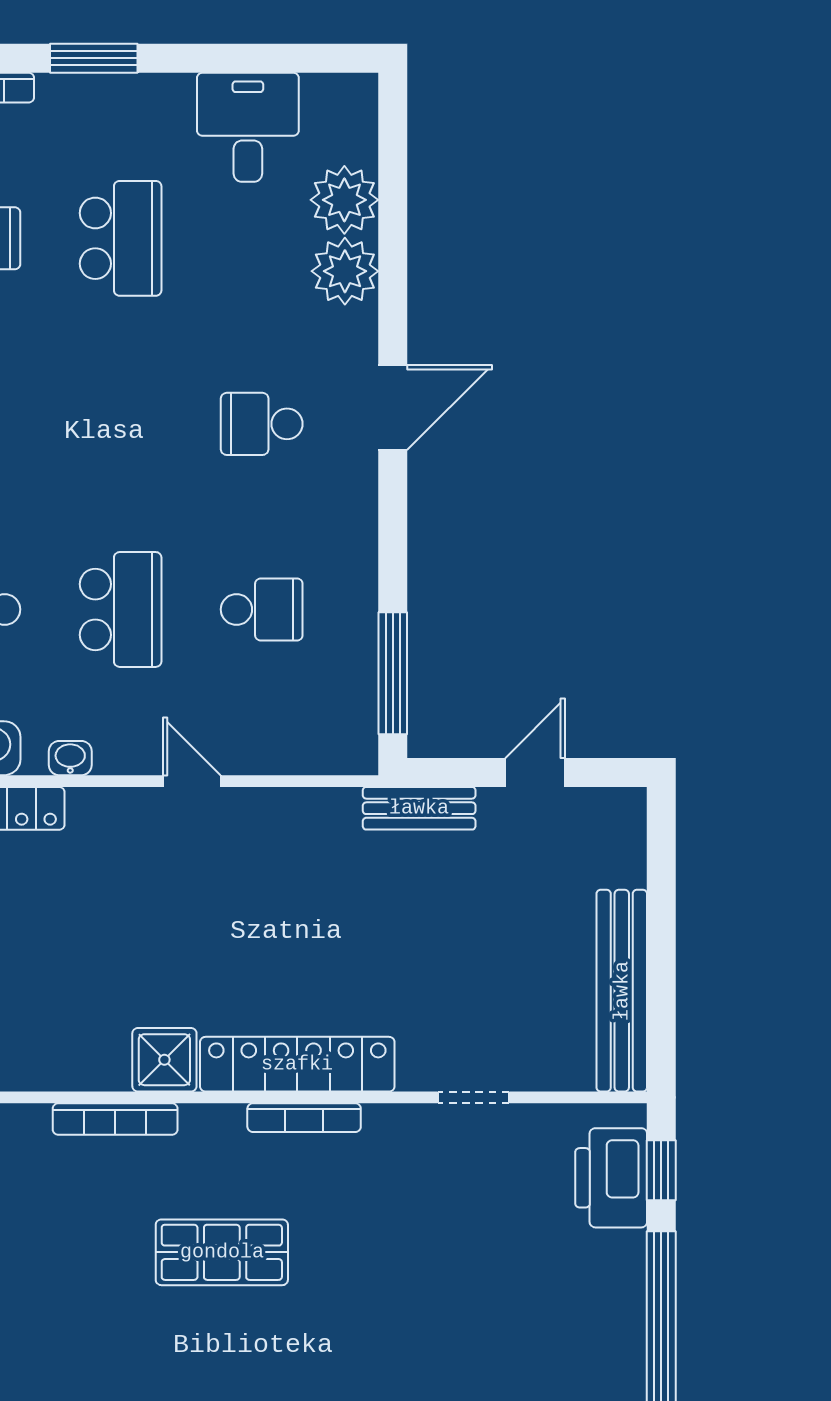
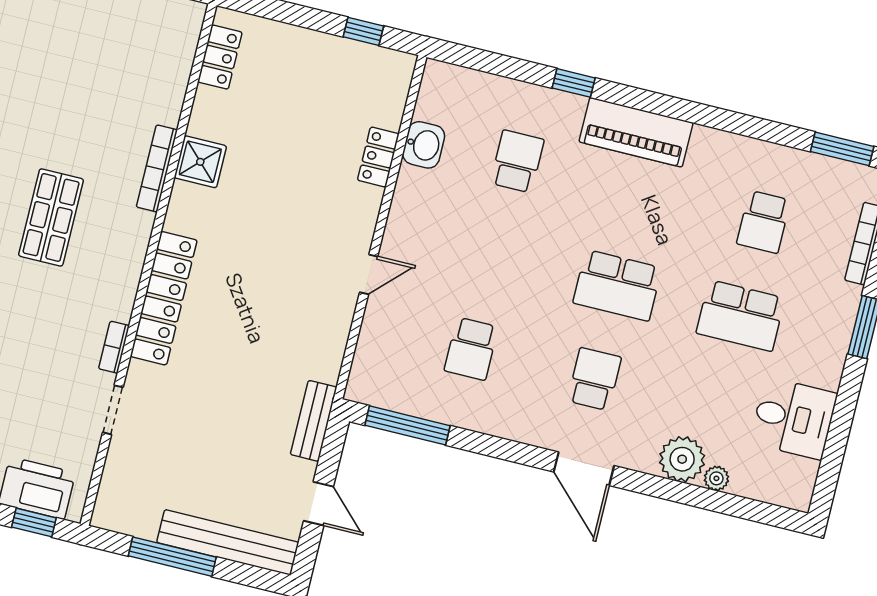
plant: (344, 200) -> (716, 478), width x0.53, depth x0.53
school desk: (121, 609) -> (617, 285), moved
washbasin: (70, 758) -> (404, 197), removed
window: (661, 962) -> (172, 557), added
bench: (622, 991) -> (228, 542), moved
shower: (164, 1060) -> (200, 162), moved
bookcase: (304, 1118) -> (114, 347), moved, width x0.64

